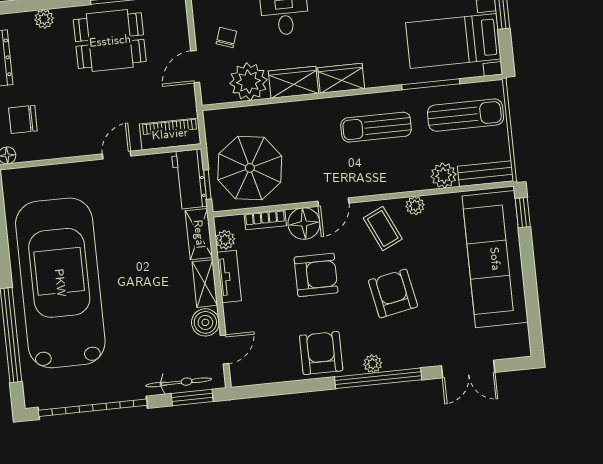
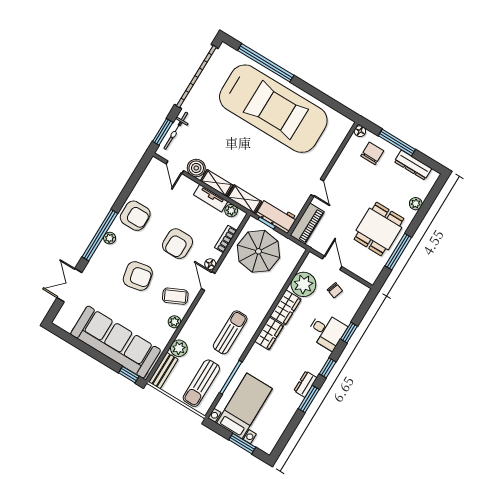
floor lamp: (304, 224) -> (210, 264), width x0.53, depth x0.53

